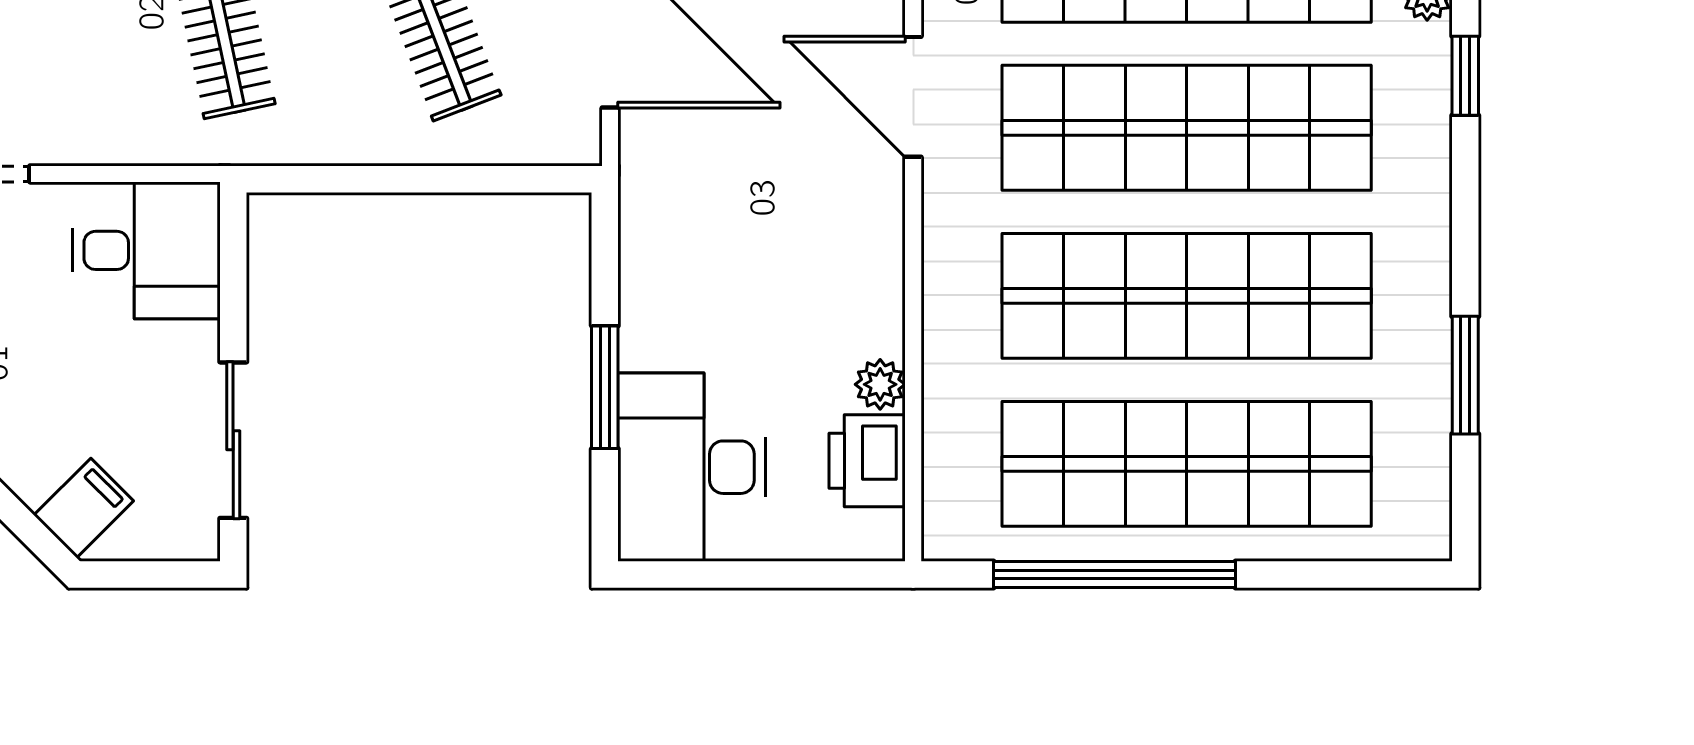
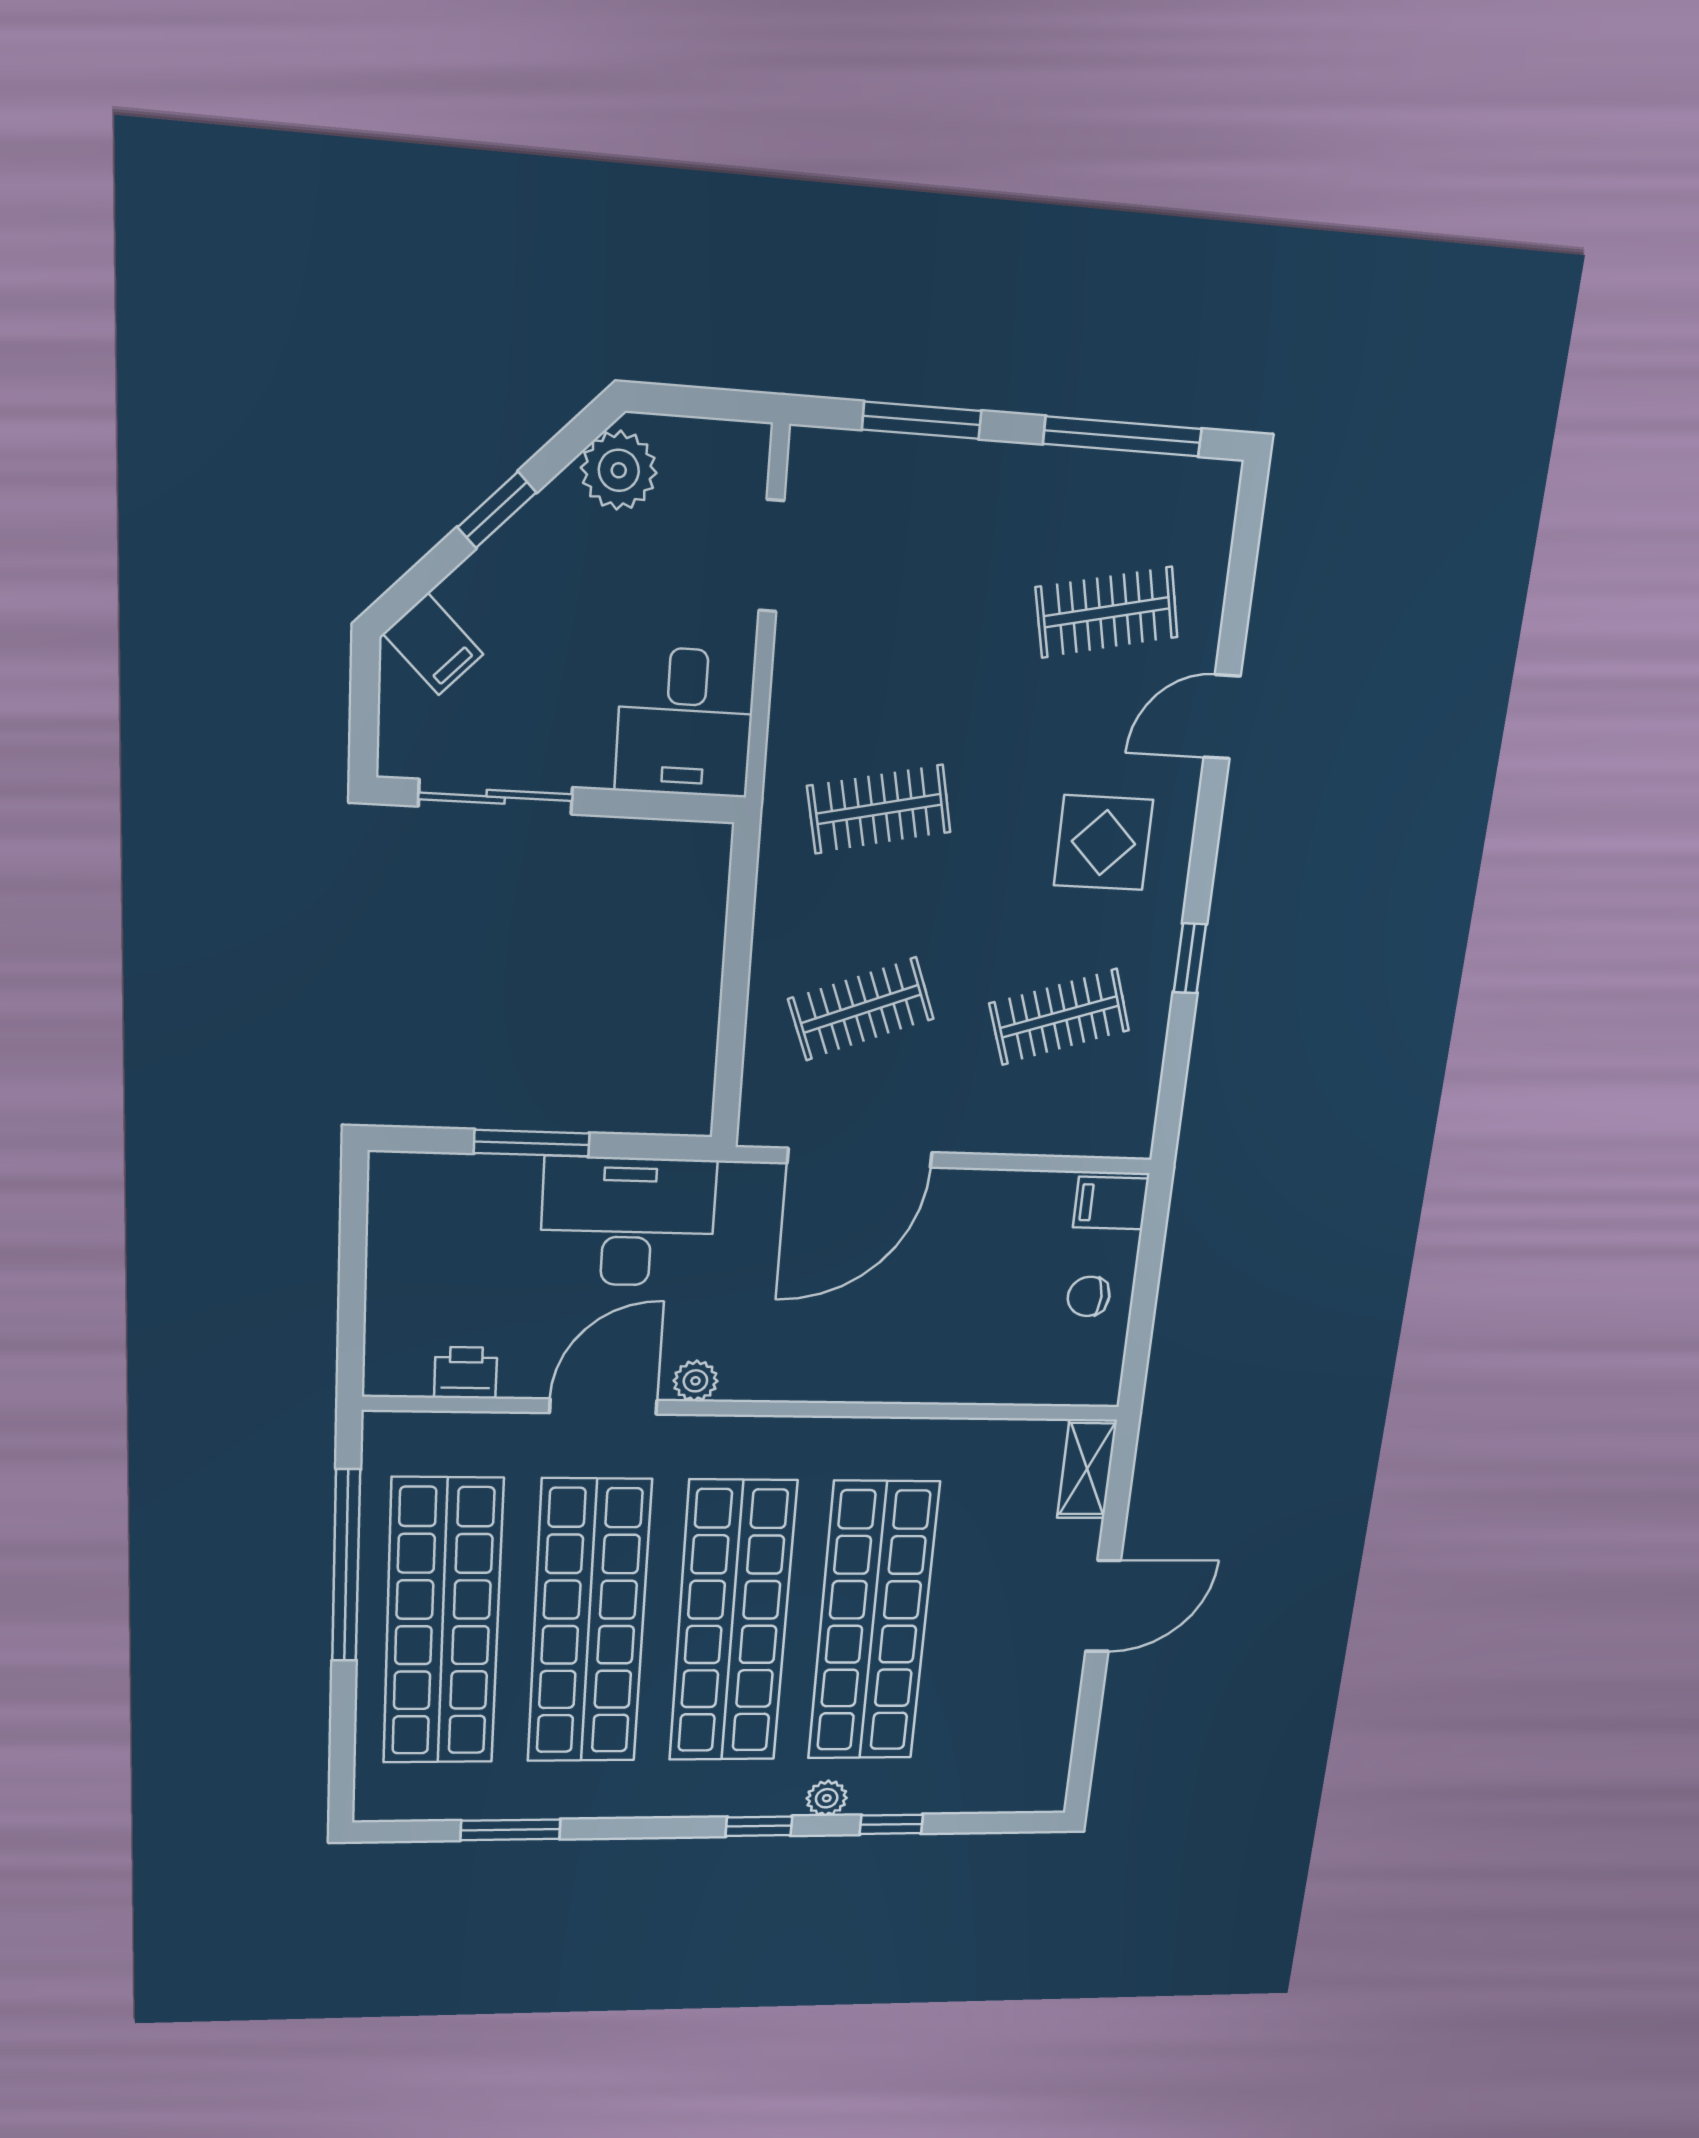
door: (913, 97) -> (603, 1406), moved
plant: (880, 384) -> (695, 1381), moved
printer: (867, 461) -> (466, 1373), width x0.73, depth x0.81
desk: (692, 467) -> (628, 1222), moved

